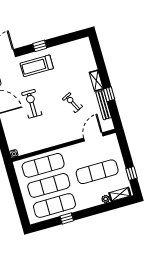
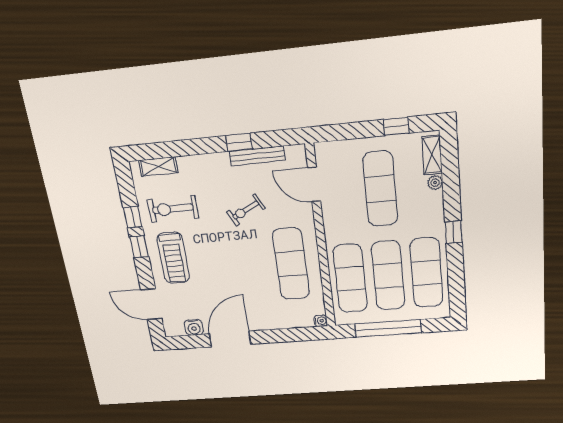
window: (57, 41) -> (133, 217), added
shelving: (96, 81) -> (158, 167), moved
exercise bike: (32, 104) -> (173, 209), moved
exercise mat: (46, 132) -> (291, 264), added
window: (17, 192) -> (388, 328), added
window: (67, 218) -> (454, 232), moved

